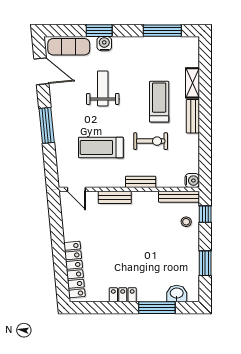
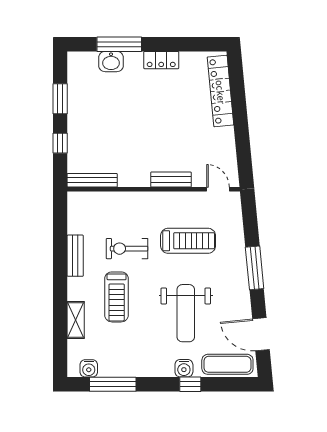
window: (99, 31) -> (190, 384), width x0.67
weight bench: (103, 88) -> (186, 313), width x1.36, depth x1.33
bench: (193, 116) -> (75, 256), moved
water cooler: (192, 181) -> (89, 368), moved, turned -90
bench: (141, 182) -> (139, 199), removed
window: (205, 214) -> (60, 143), moved
stool: (186, 222) -> (83, 150), removed
washbasin: (177, 294) -> (111, 62), moved

